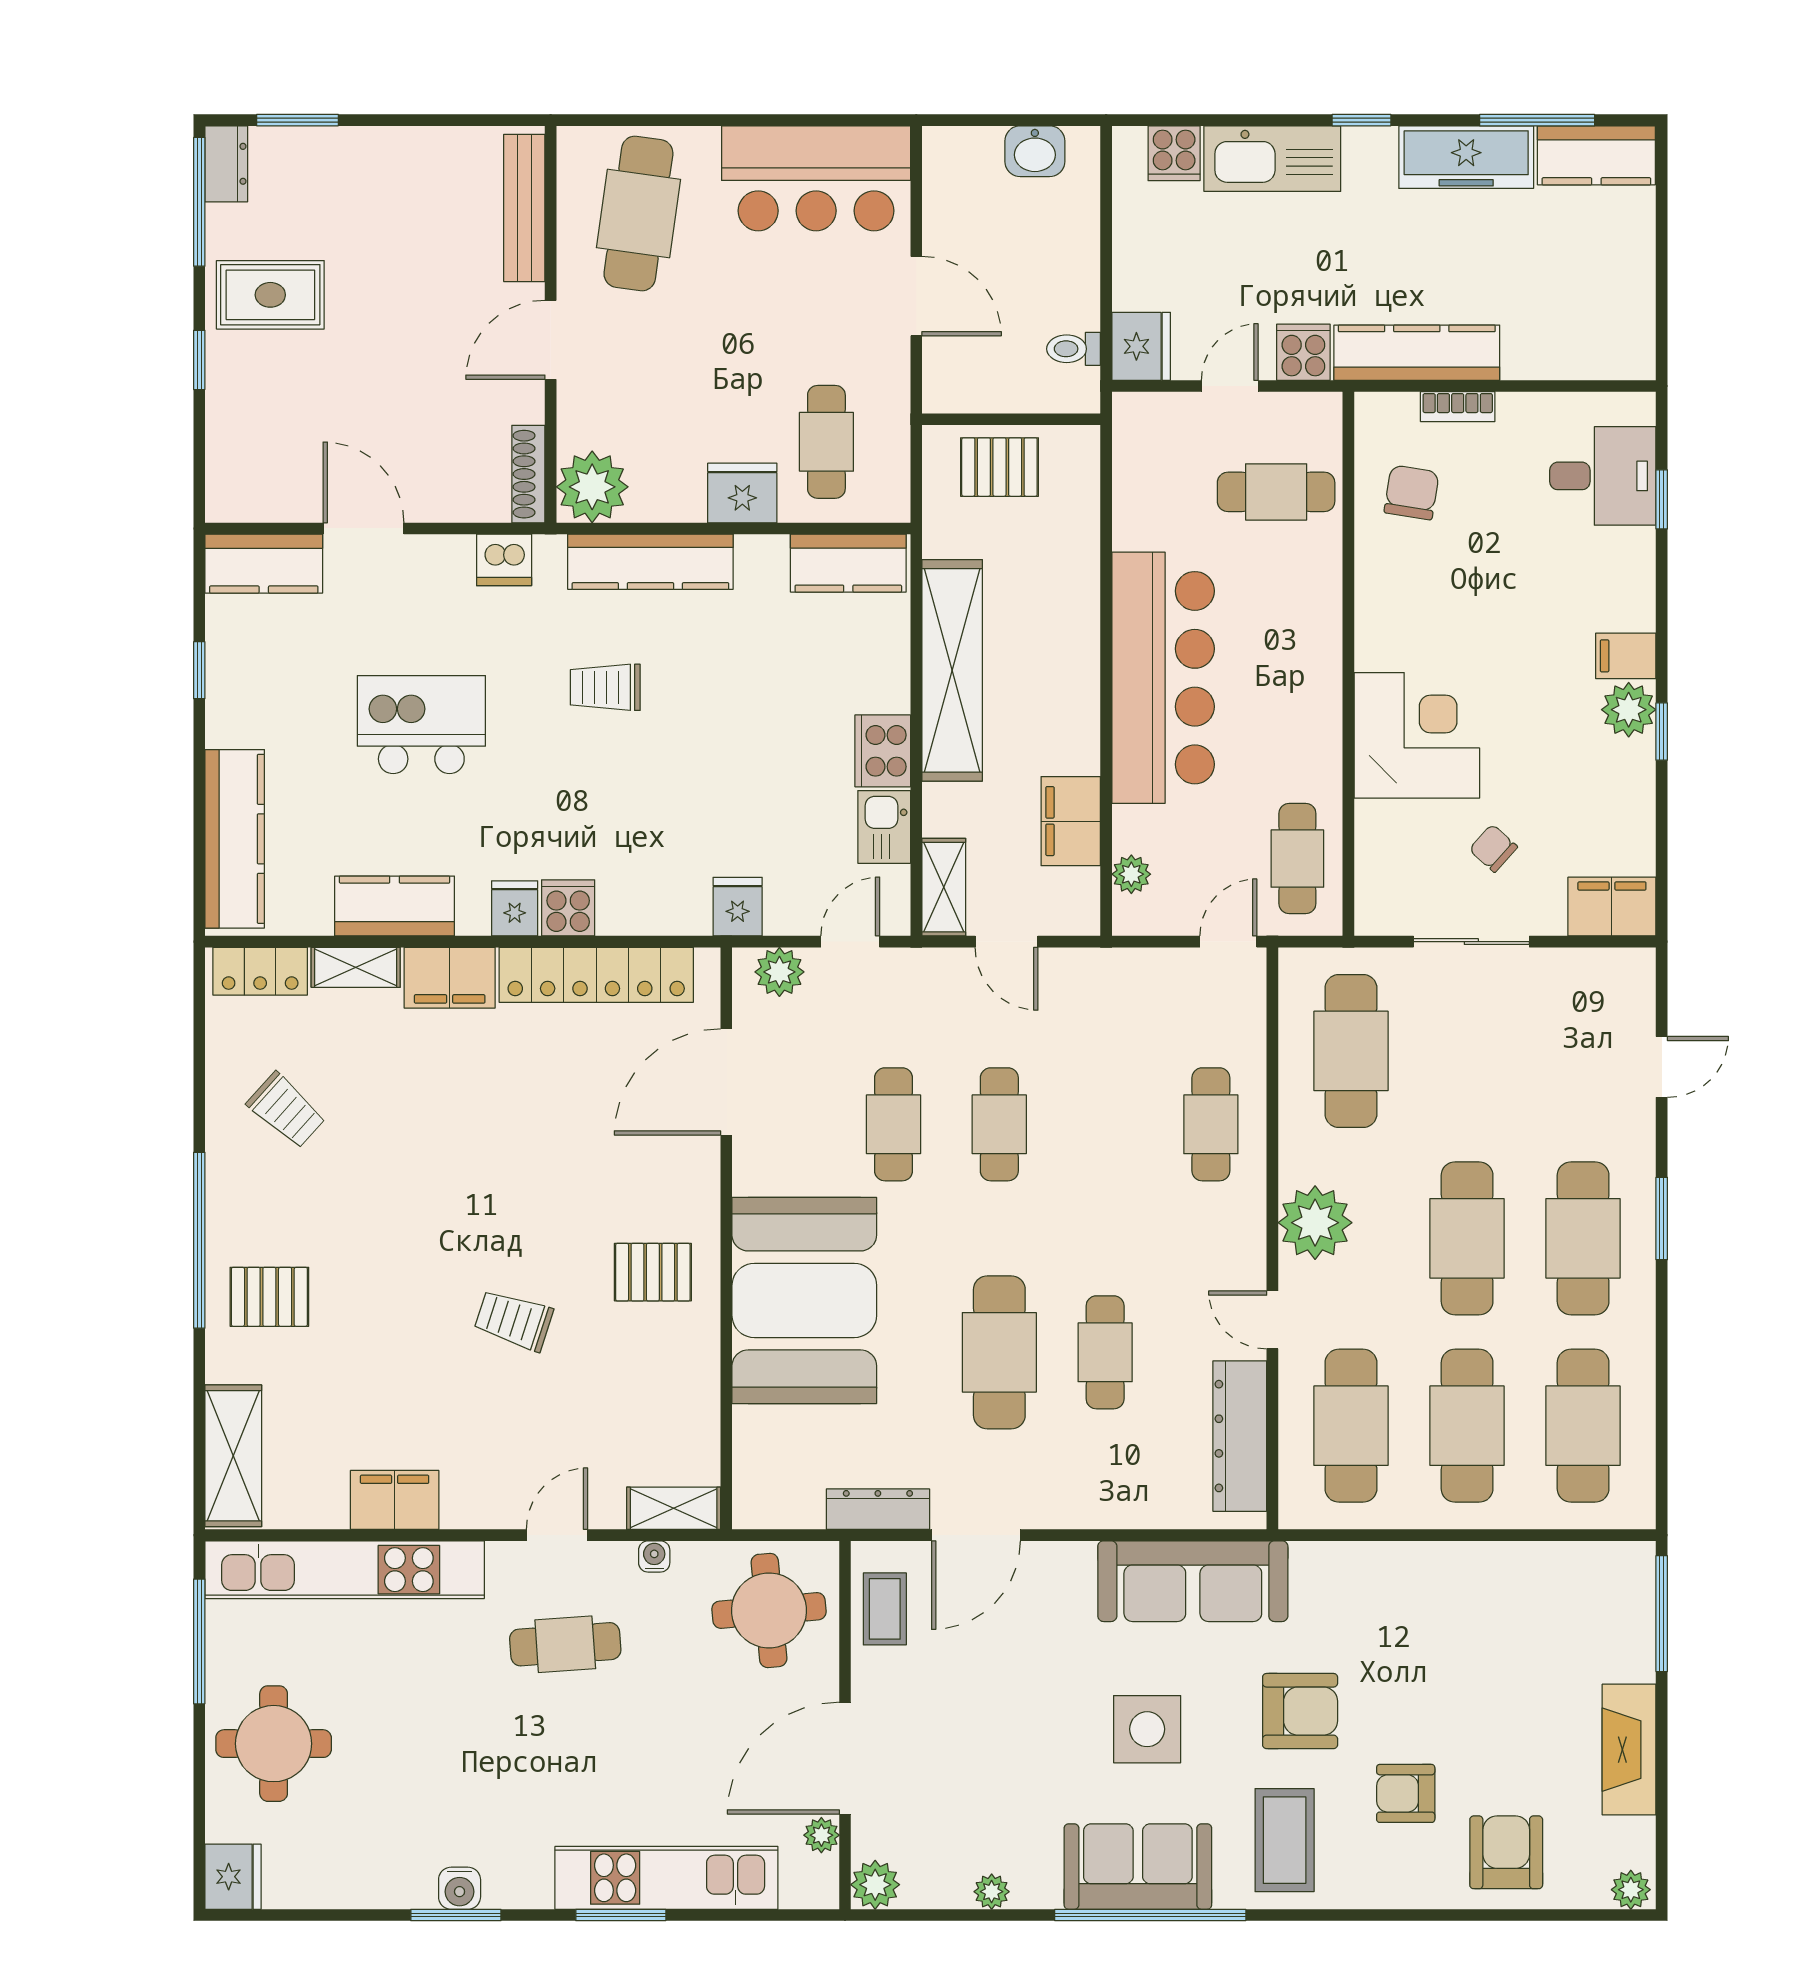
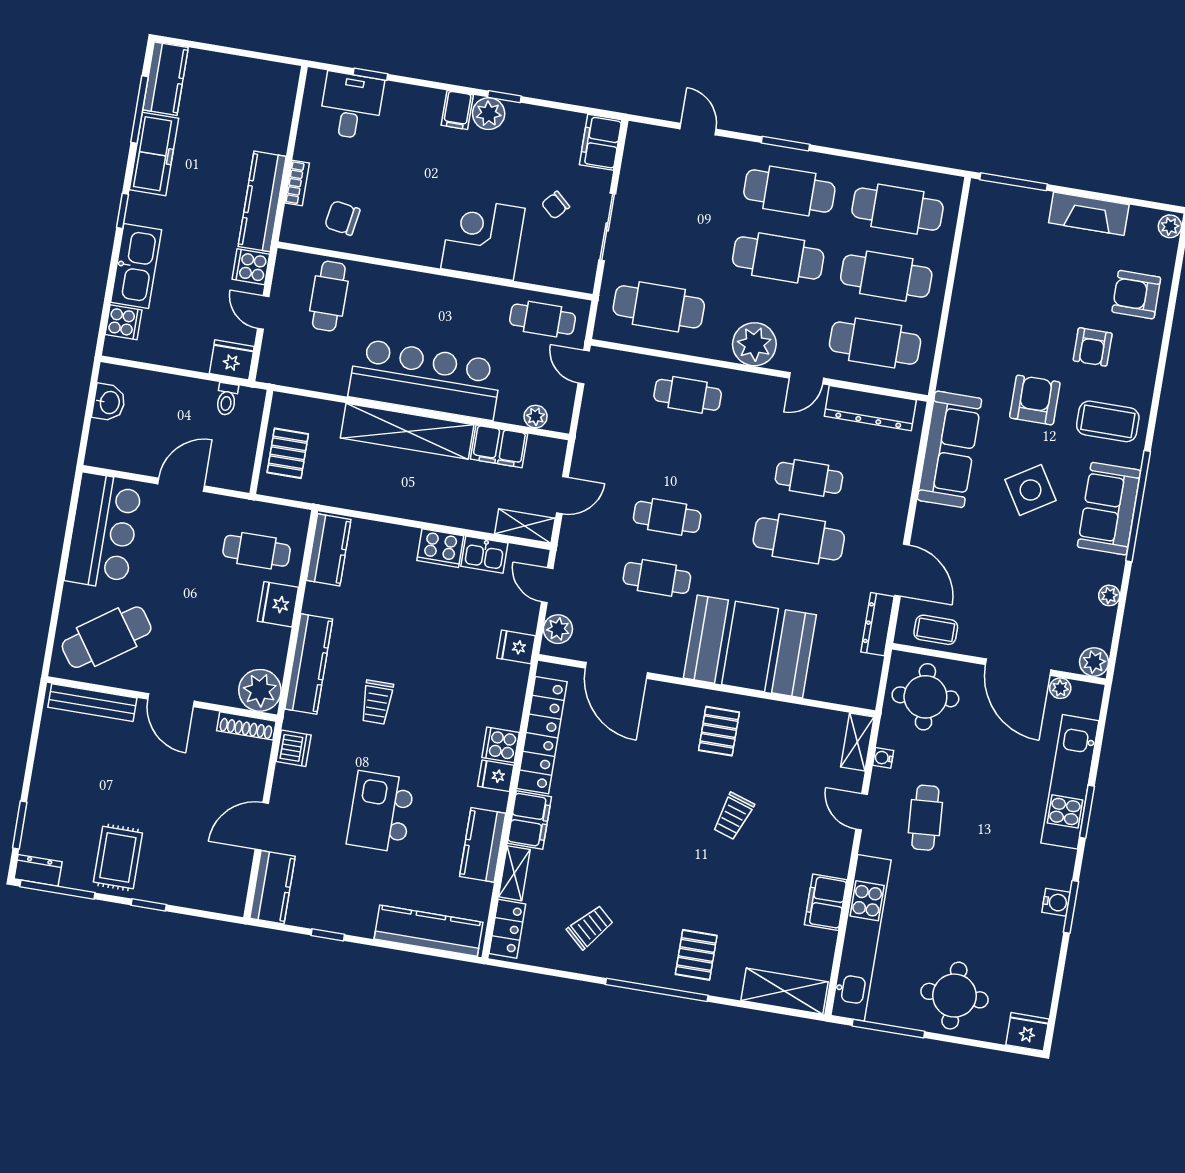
cafe table: (638, 213) -> (107, 637), turned -43
shelving: (952, 670) -> (407, 431), moved
side table: (1147, 1729) -> (1031, 490), turned -32

